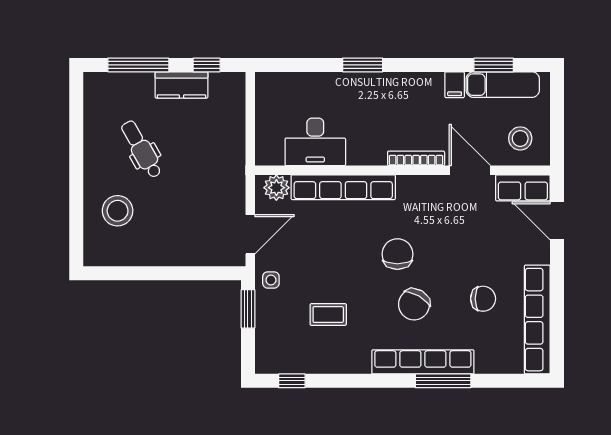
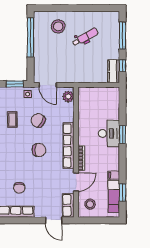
kitchen counter: (181, 85) -> (114, 71), moved
desk: (315, 142) -> (109, 134), moved, turned 180
row of seats: (343, 187) -> (69, 146), moved
door: (557, 221) -> (54, 220), swing flipped
window: (142, 273) -> (31, 37), added
chair: (414, 304) -> (38, 120), moved

